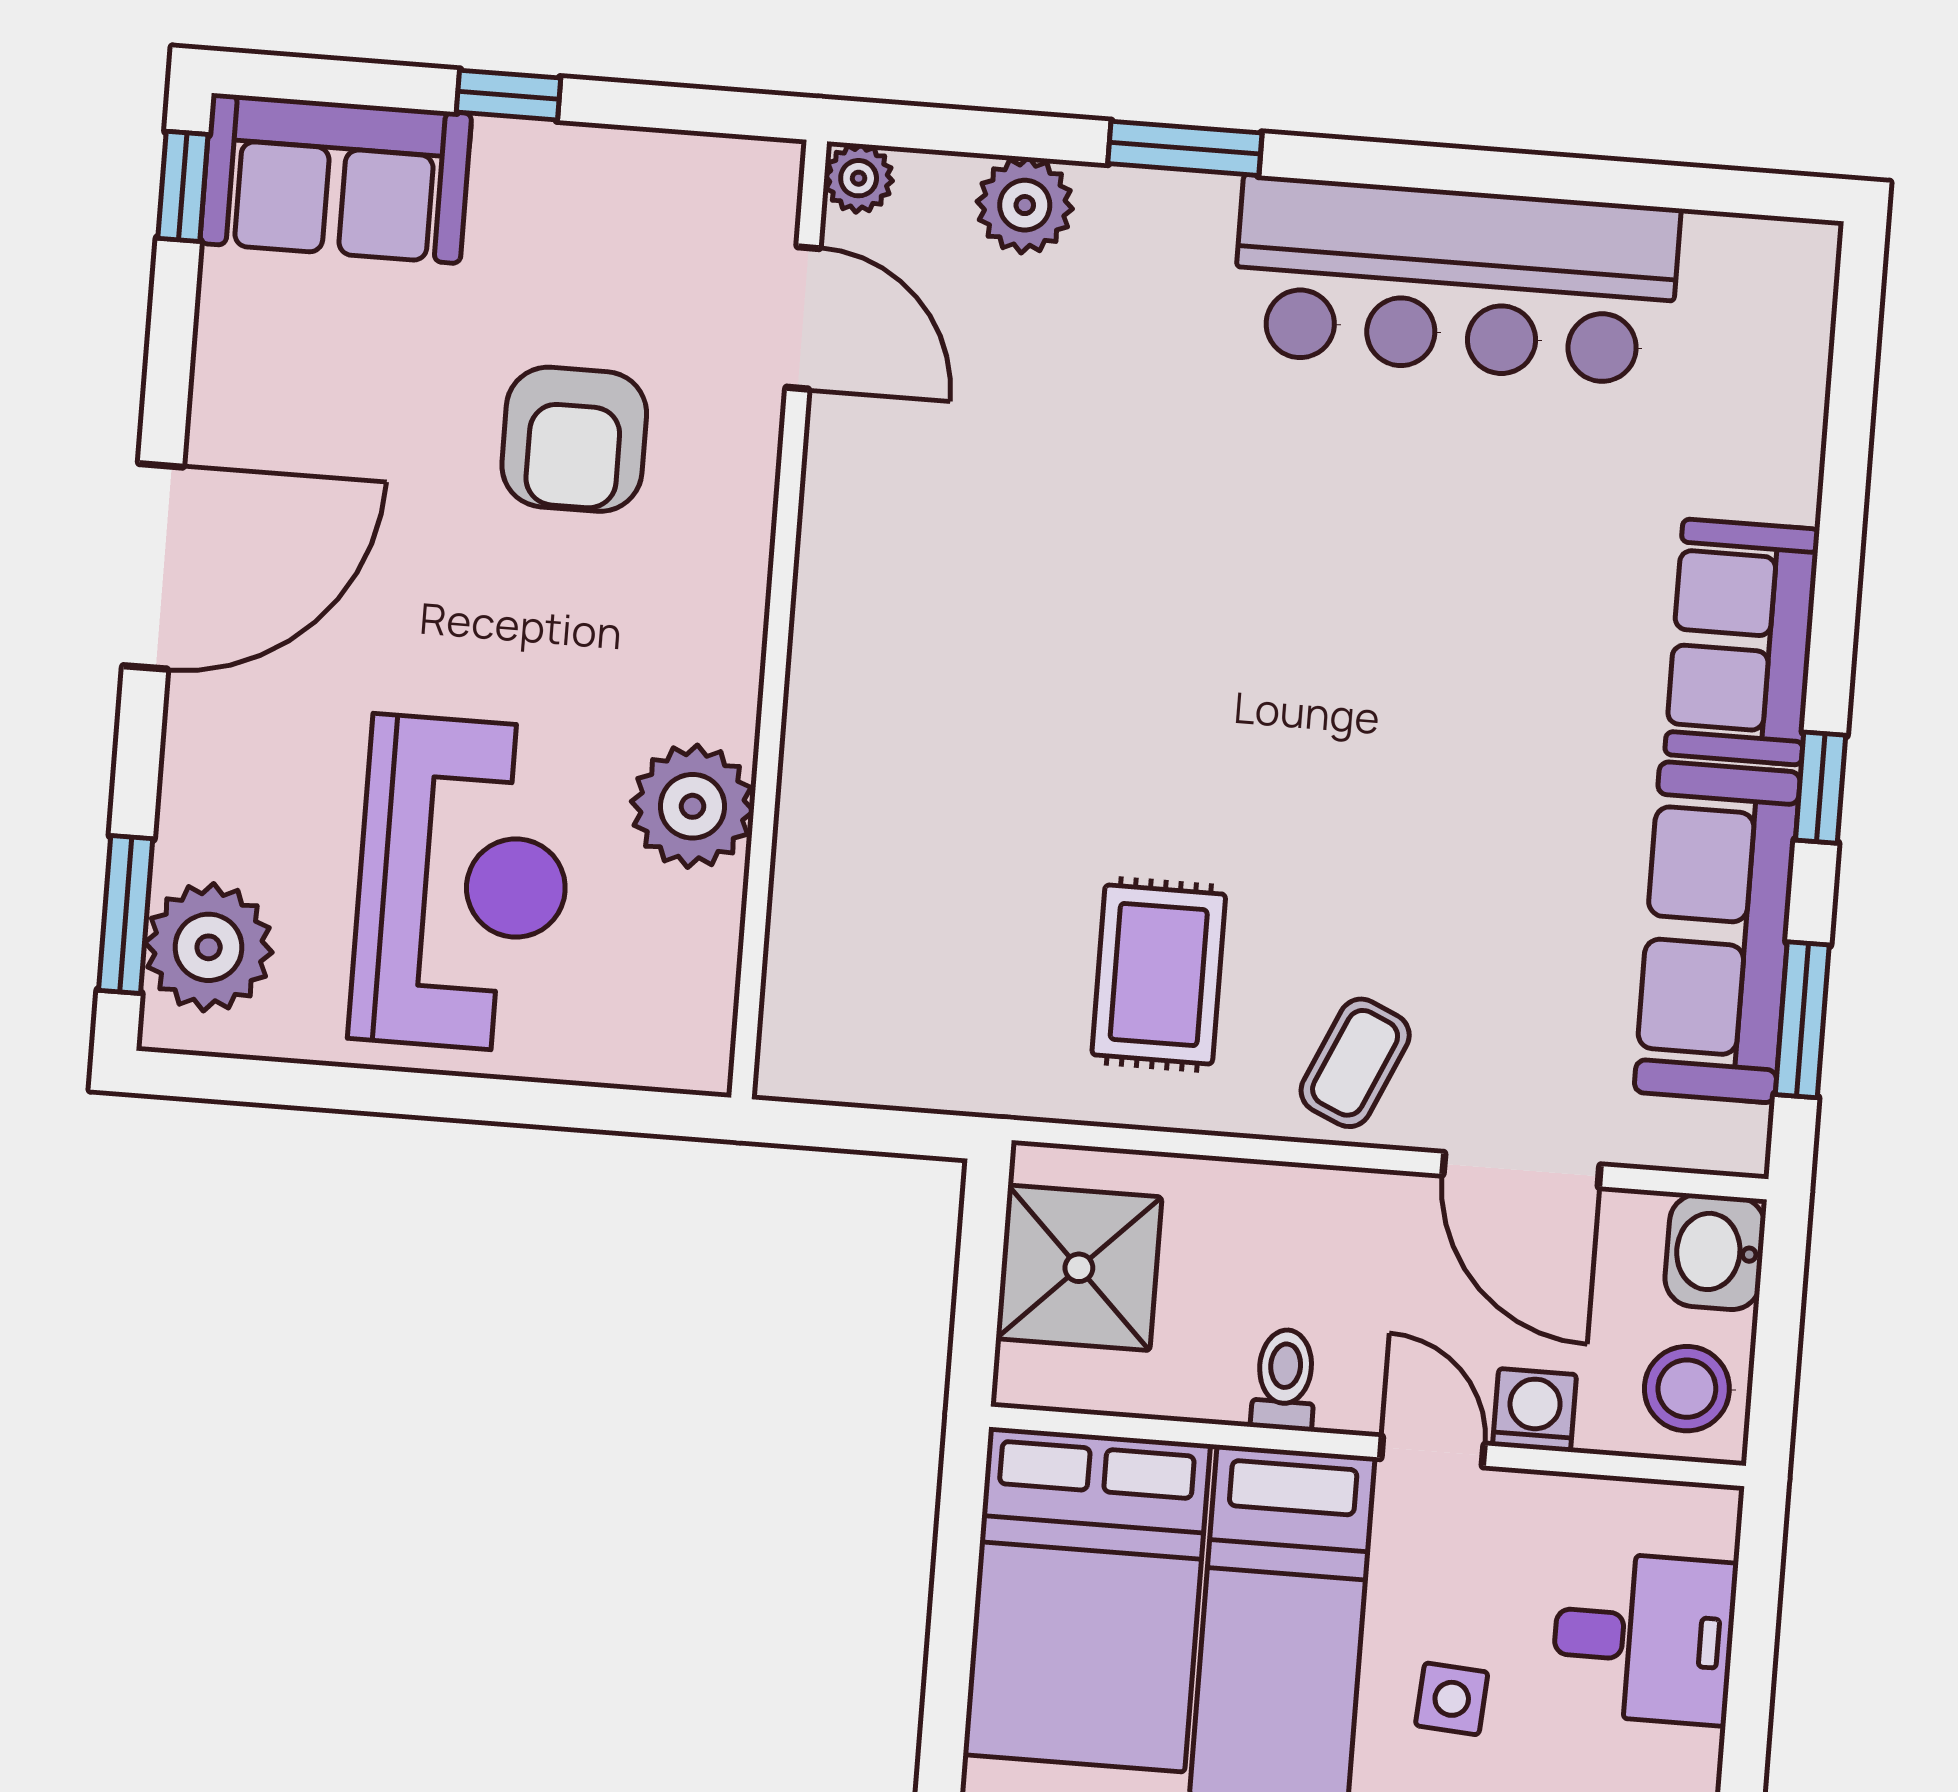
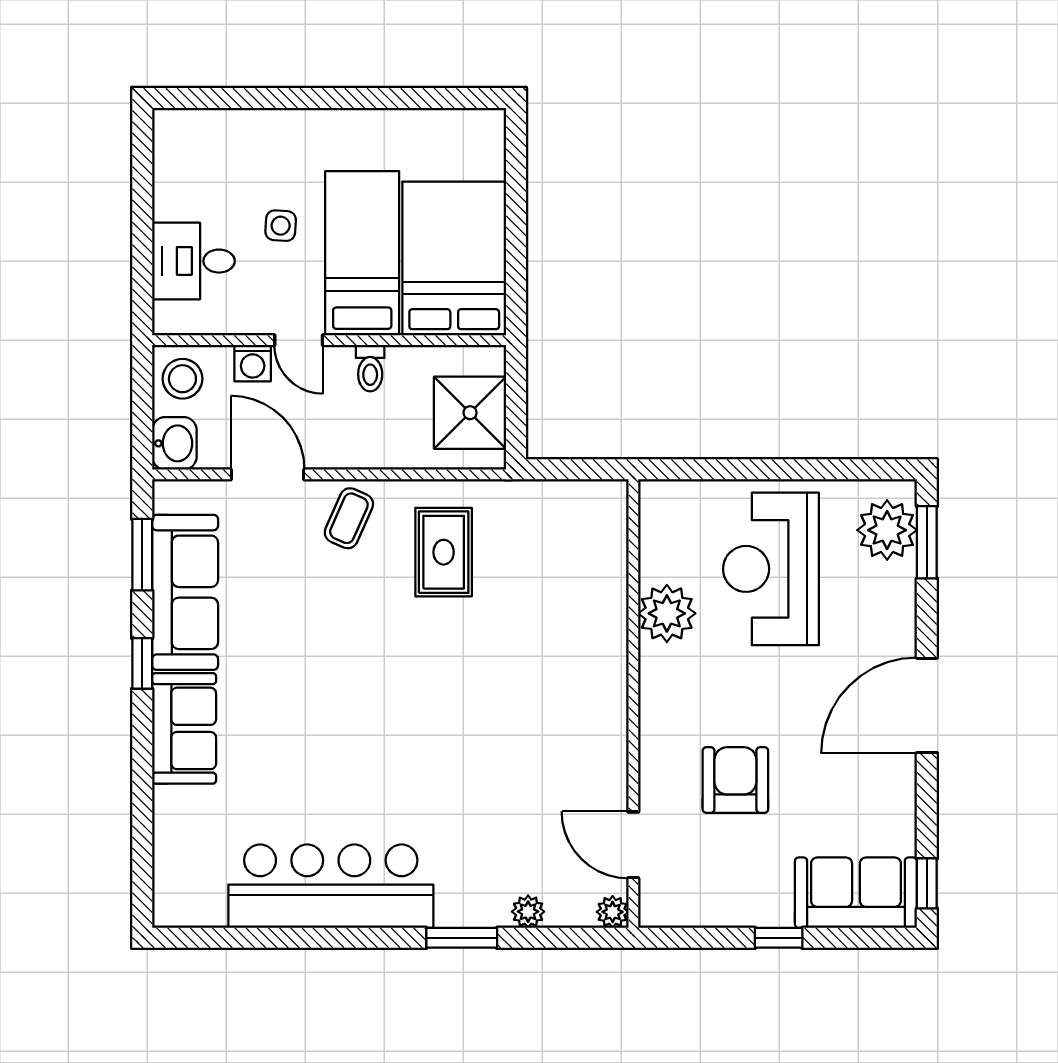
plant: (1025, 205) -> (528, 912), width x0.73, depth x0.73

